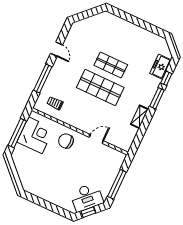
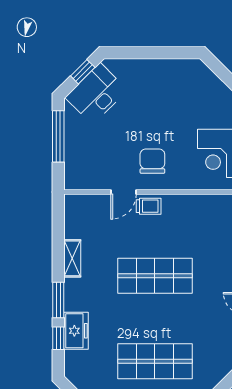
shop shelf: (111, 65) -> (155, 361), moved, width x1.43, depth x1.36
freezer: (160, 67) -> (76, 331), moved
trolley: (55, 103) -> (149, 206), moved
chair: (66, 141) -> (152, 161), moved, turned -90

